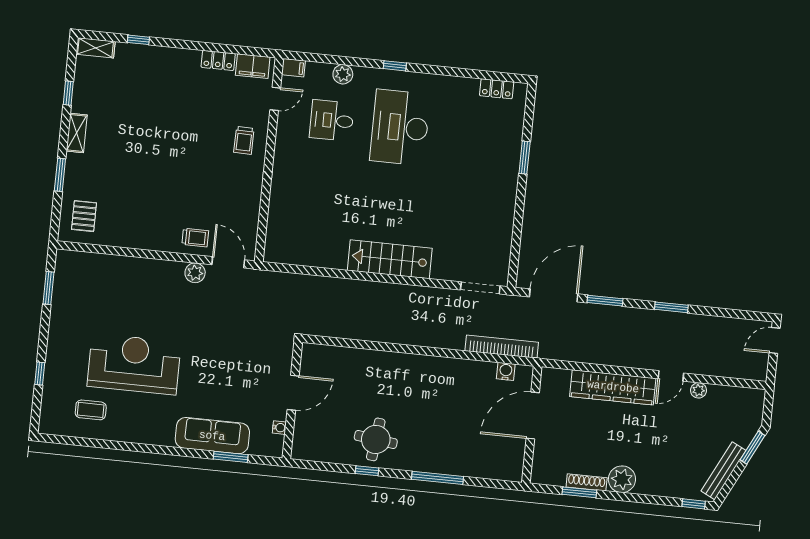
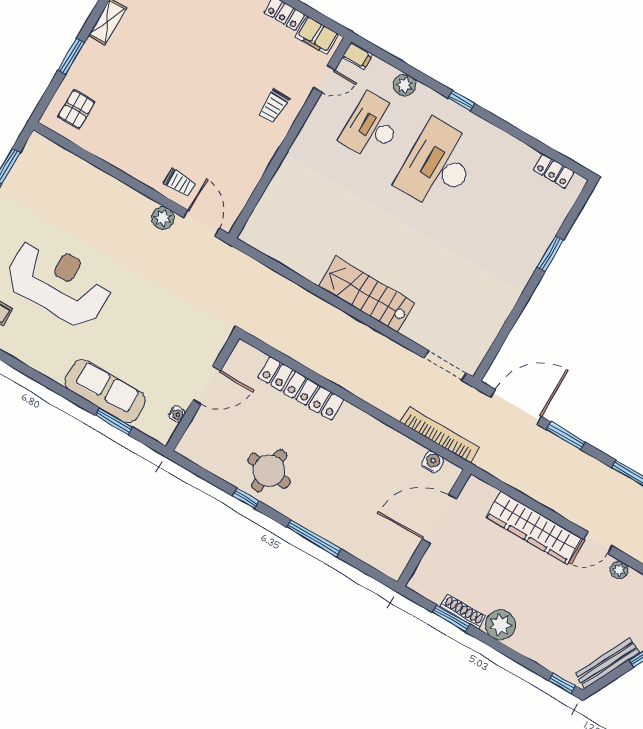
desk: (332, 120) -> (372, 127), width x1.37
locker: (371, 360) -> (301, 388), added

